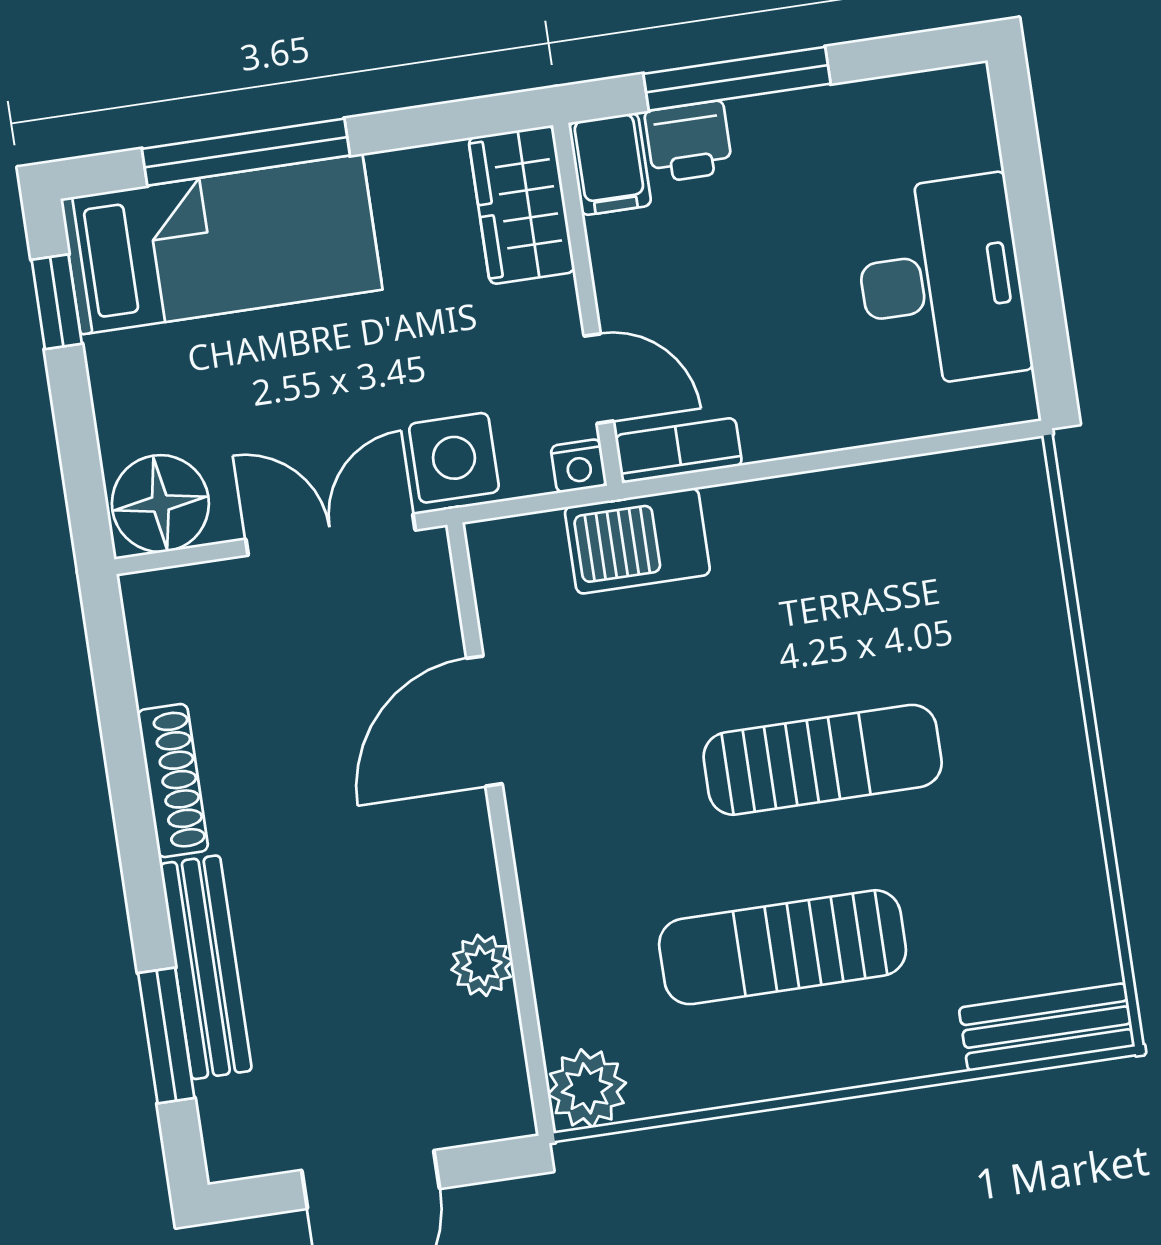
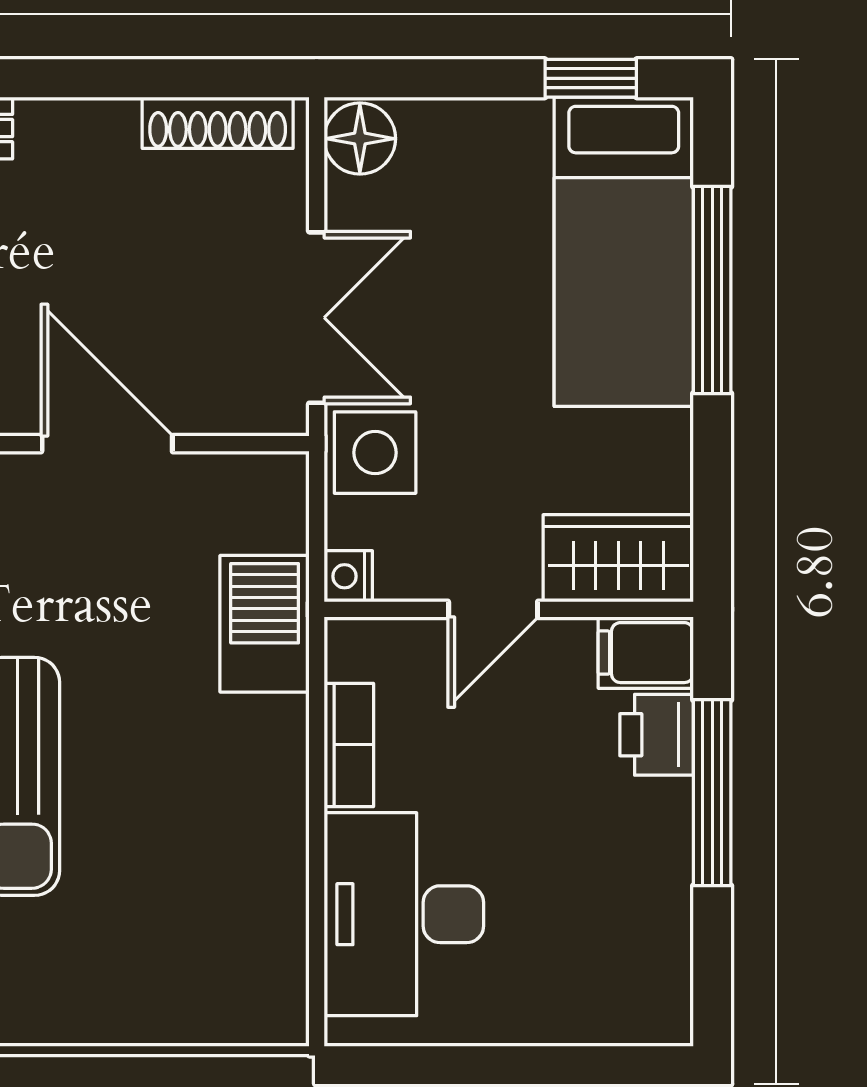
desk: (941, 282) -> (404, 914), moved, turned 90
door: (599, 379) -> (493, 609), moved
bookcase: (679, 450) -> (349, 745), moved
floor lamp: (160, 504) -> (360, 139), width x0.73, depth x0.73
shoe rack: (173, 781) -> (218, 123), moved

